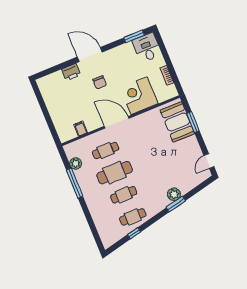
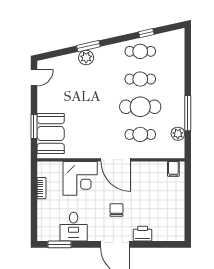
desk: (147, 48) -> (74, 227), moved
filing cabinet: (81, 129) -> (173, 169), moved

